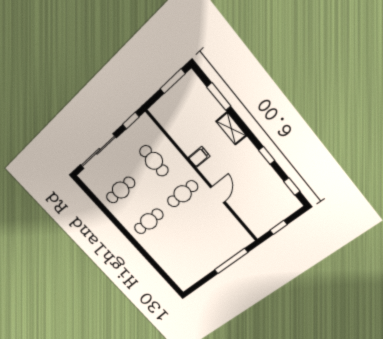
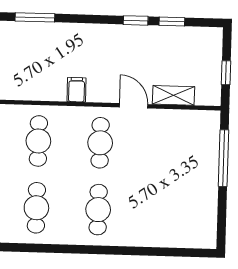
shelving: (231, 128) -> (174, 95), moved
cafe table: (154, 161) -> (38, 141), turned 90
window: (292, 186) -> (172, 21), moved

